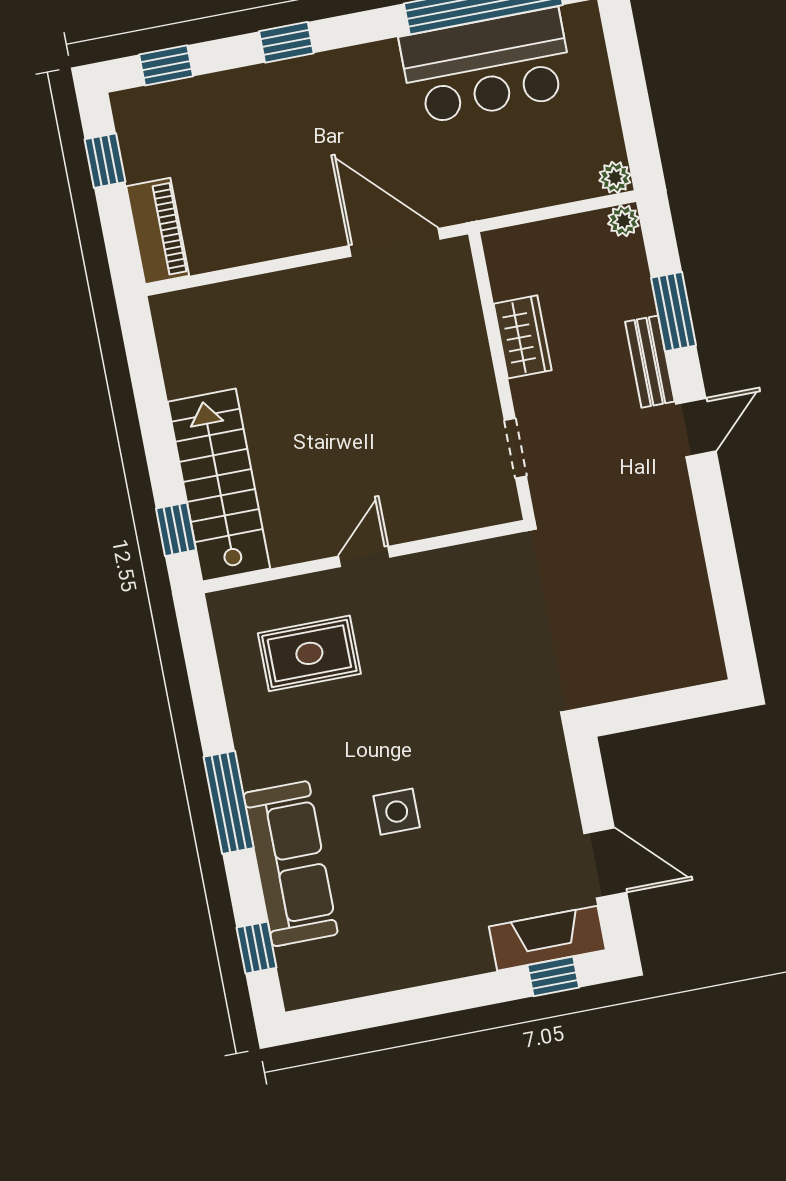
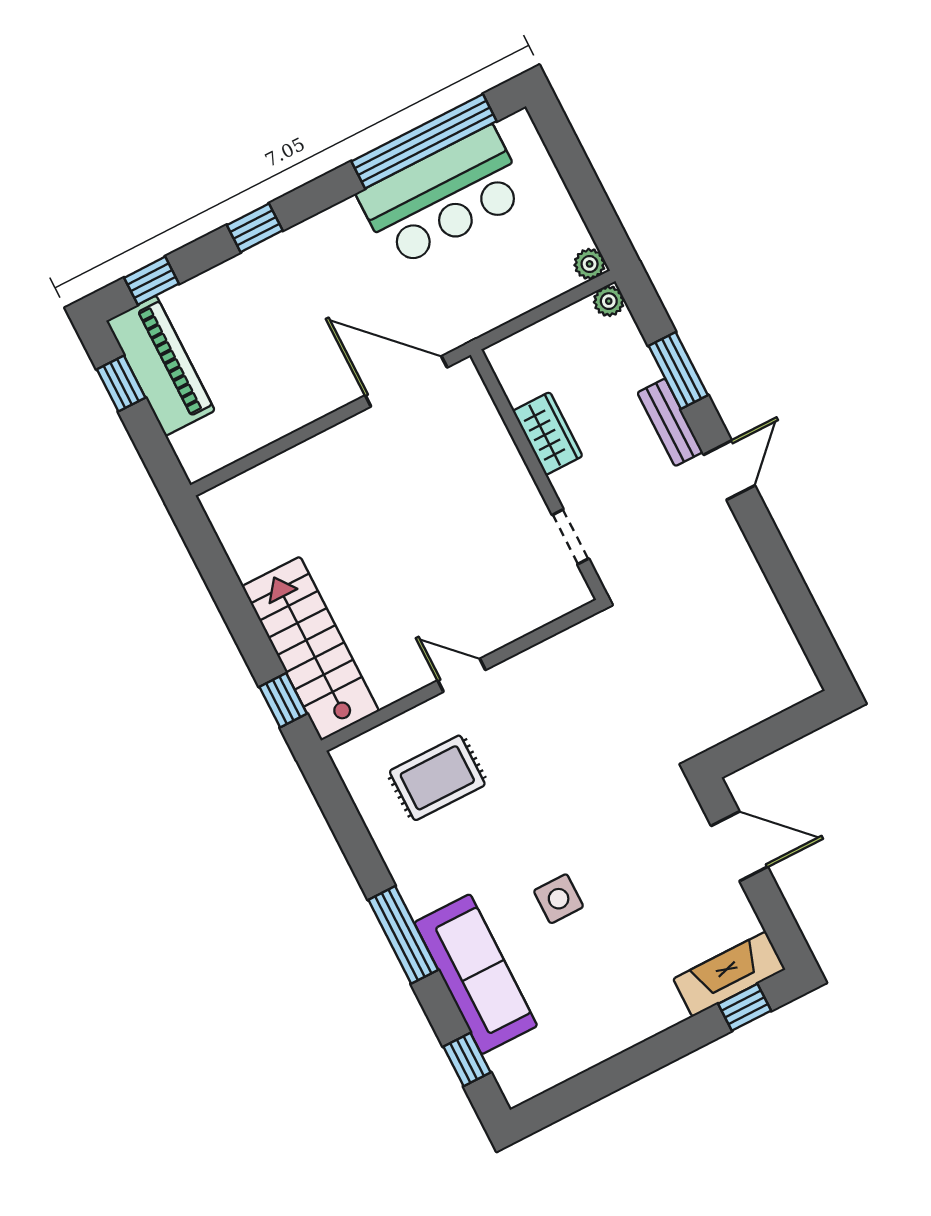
piano: (158, 231) -> (161, 366), moved, width x1.37, depth x1.33
door: (364, 557) -> (462, 675), hinge flipped
door: (605, 863) -> (739, 846), moved

